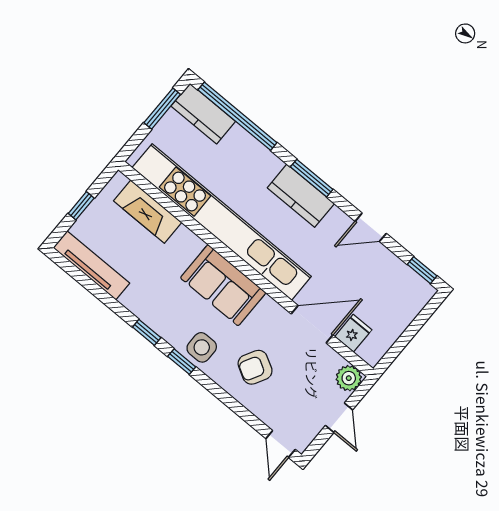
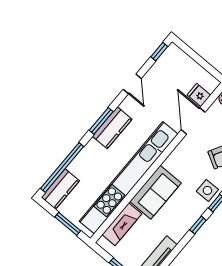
window: (162, 109) -> (68, 224), moved
sofa: (223, 285) -> (155, 192), moved

